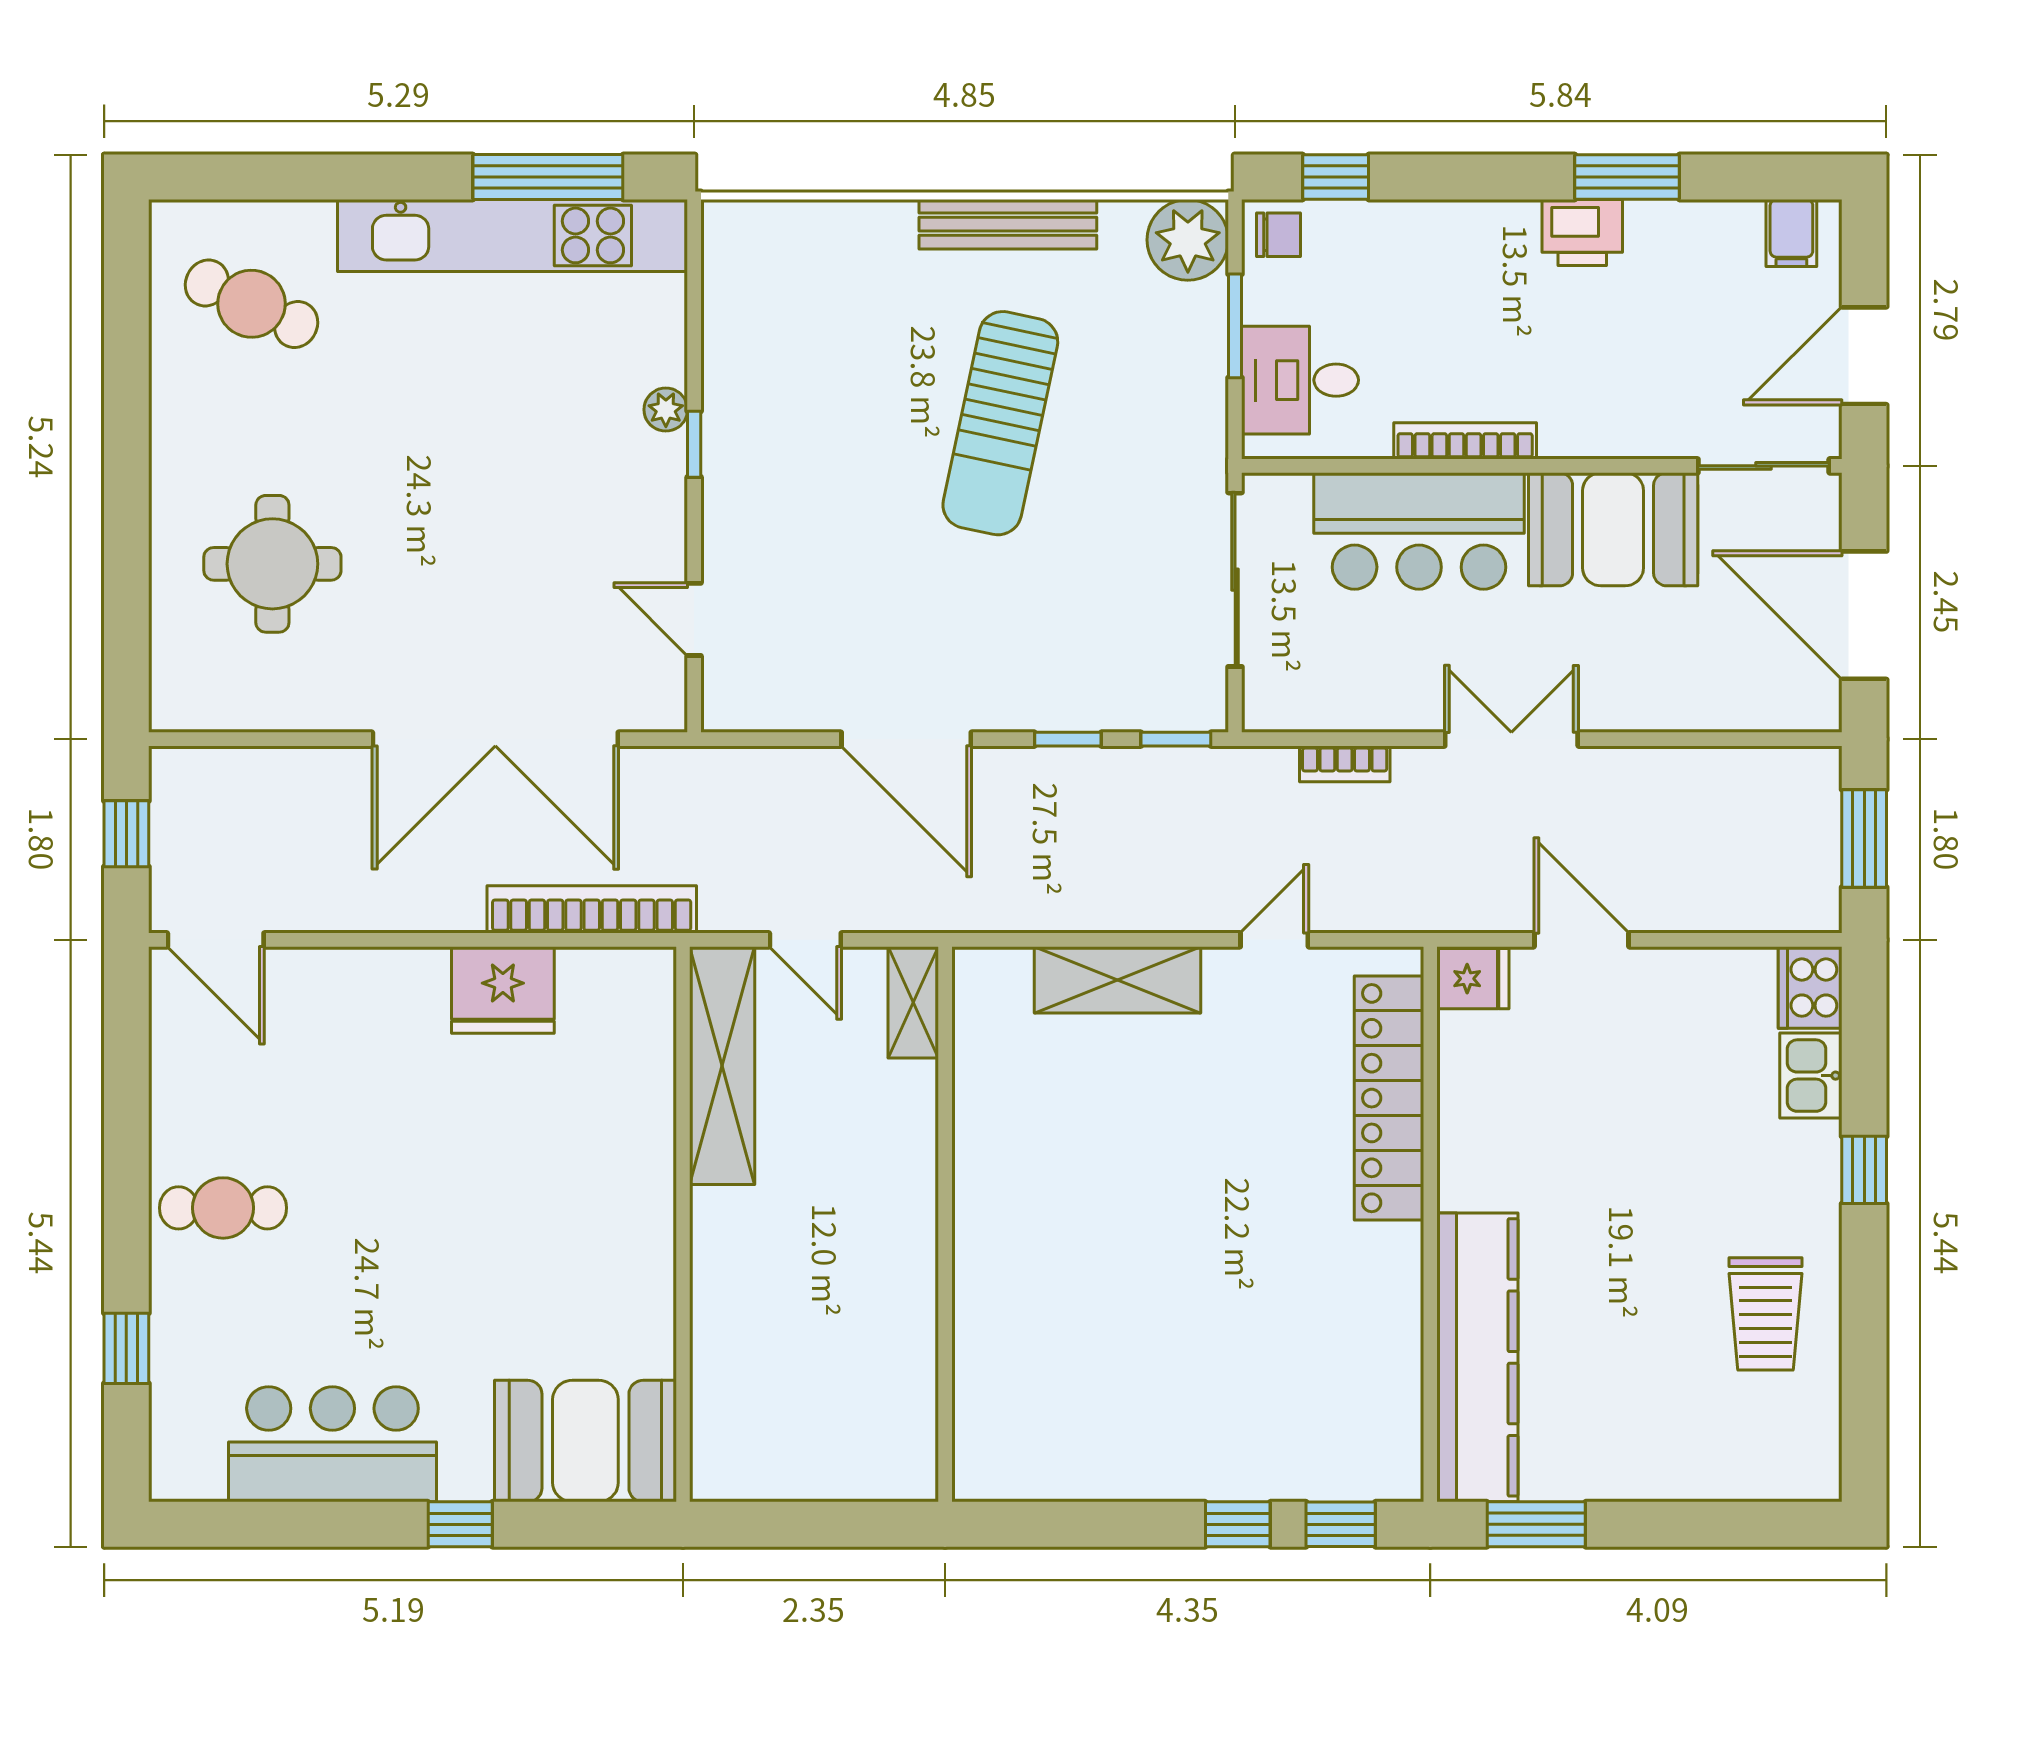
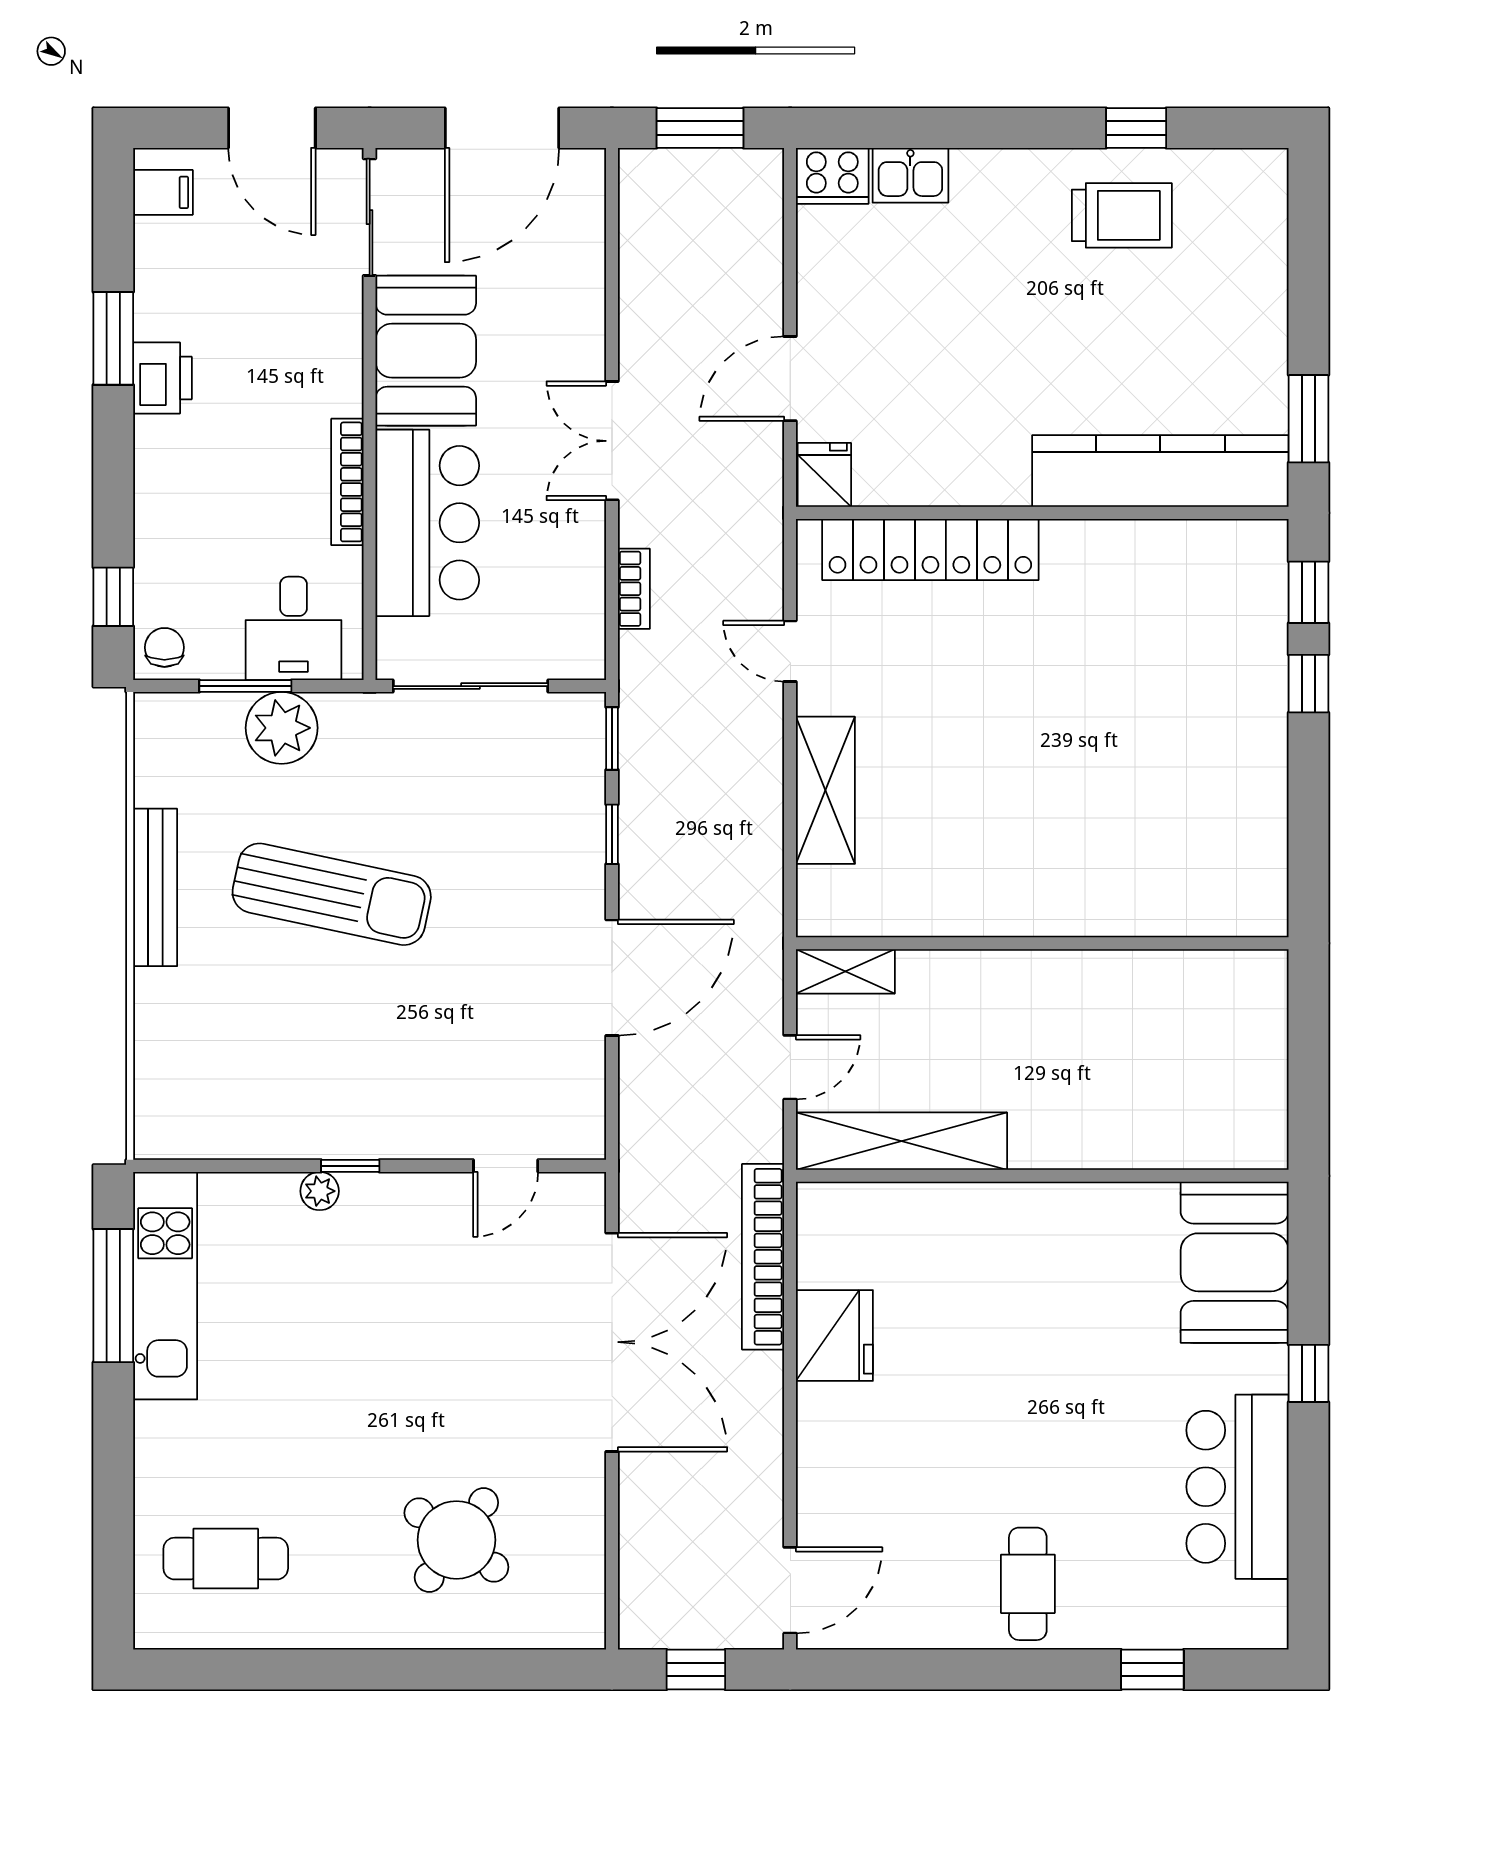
kitchen unit: (513, 235) -> (165, 1286), width x0.73
plant: (1188, 240) -> (282, 728), moved
cafe table: (252, 304) -> (226, 1559), turned 65
round table: (272, 564) -> (456, 1540), turned 36
window: (1864, 1170) -> (1136, 128), moved

